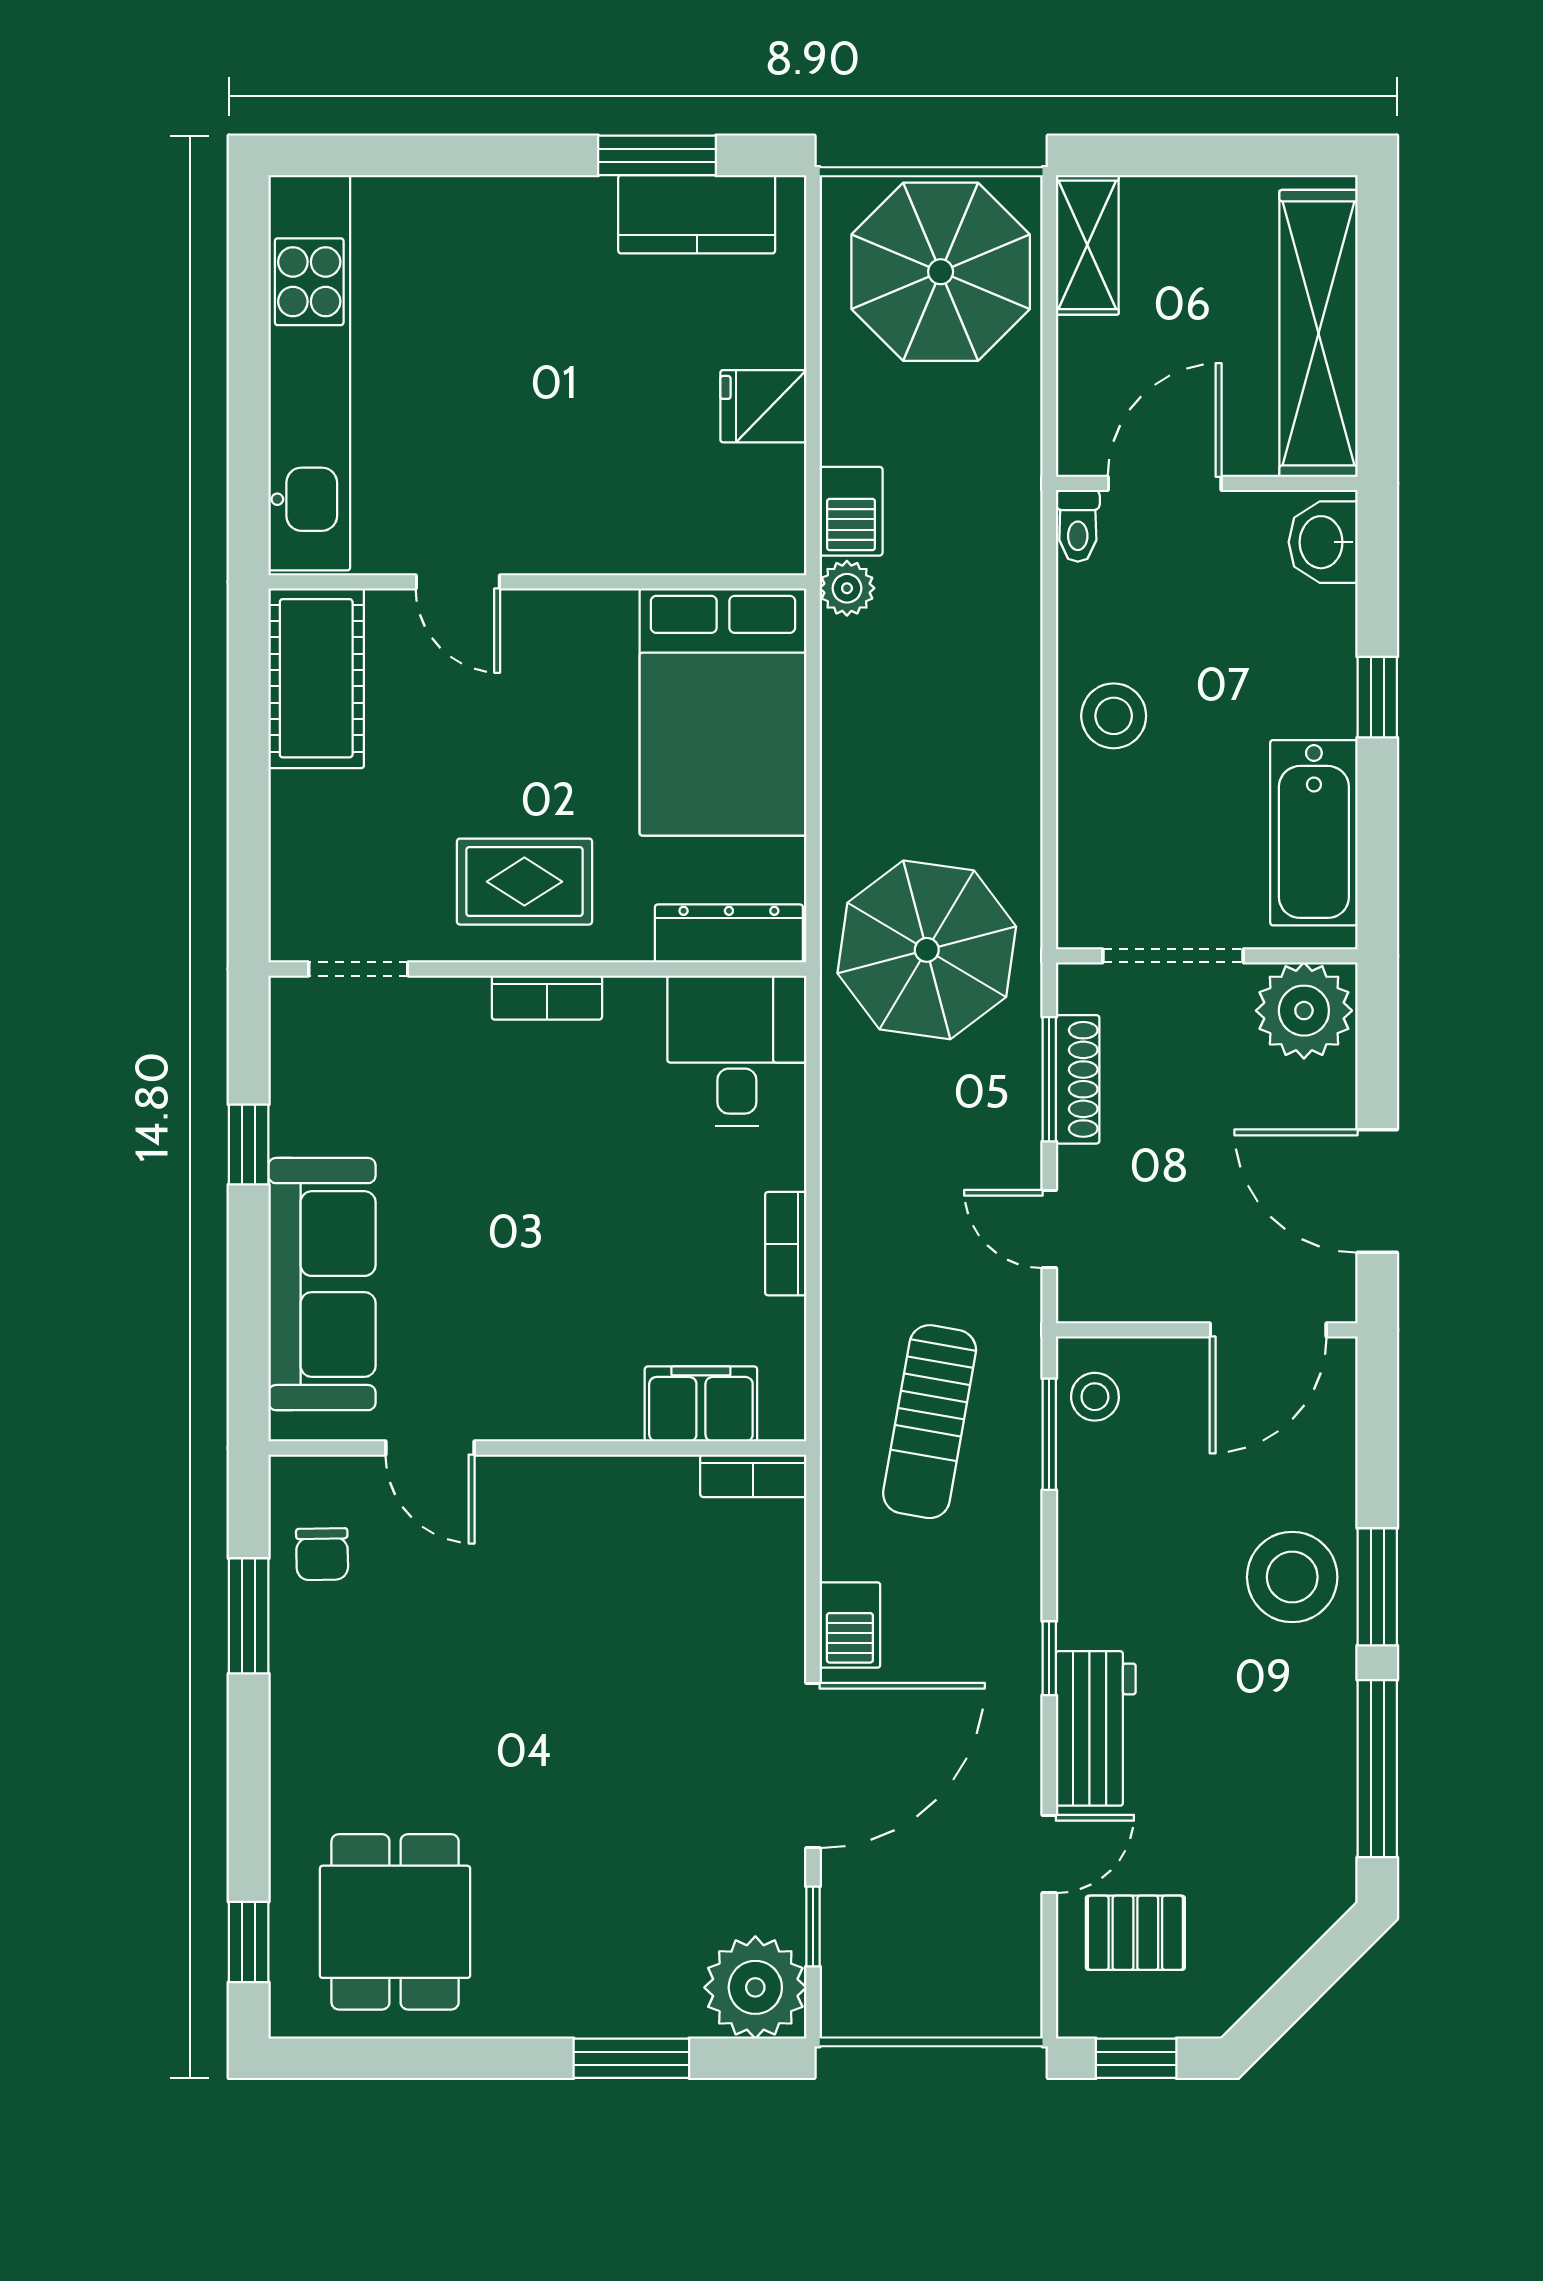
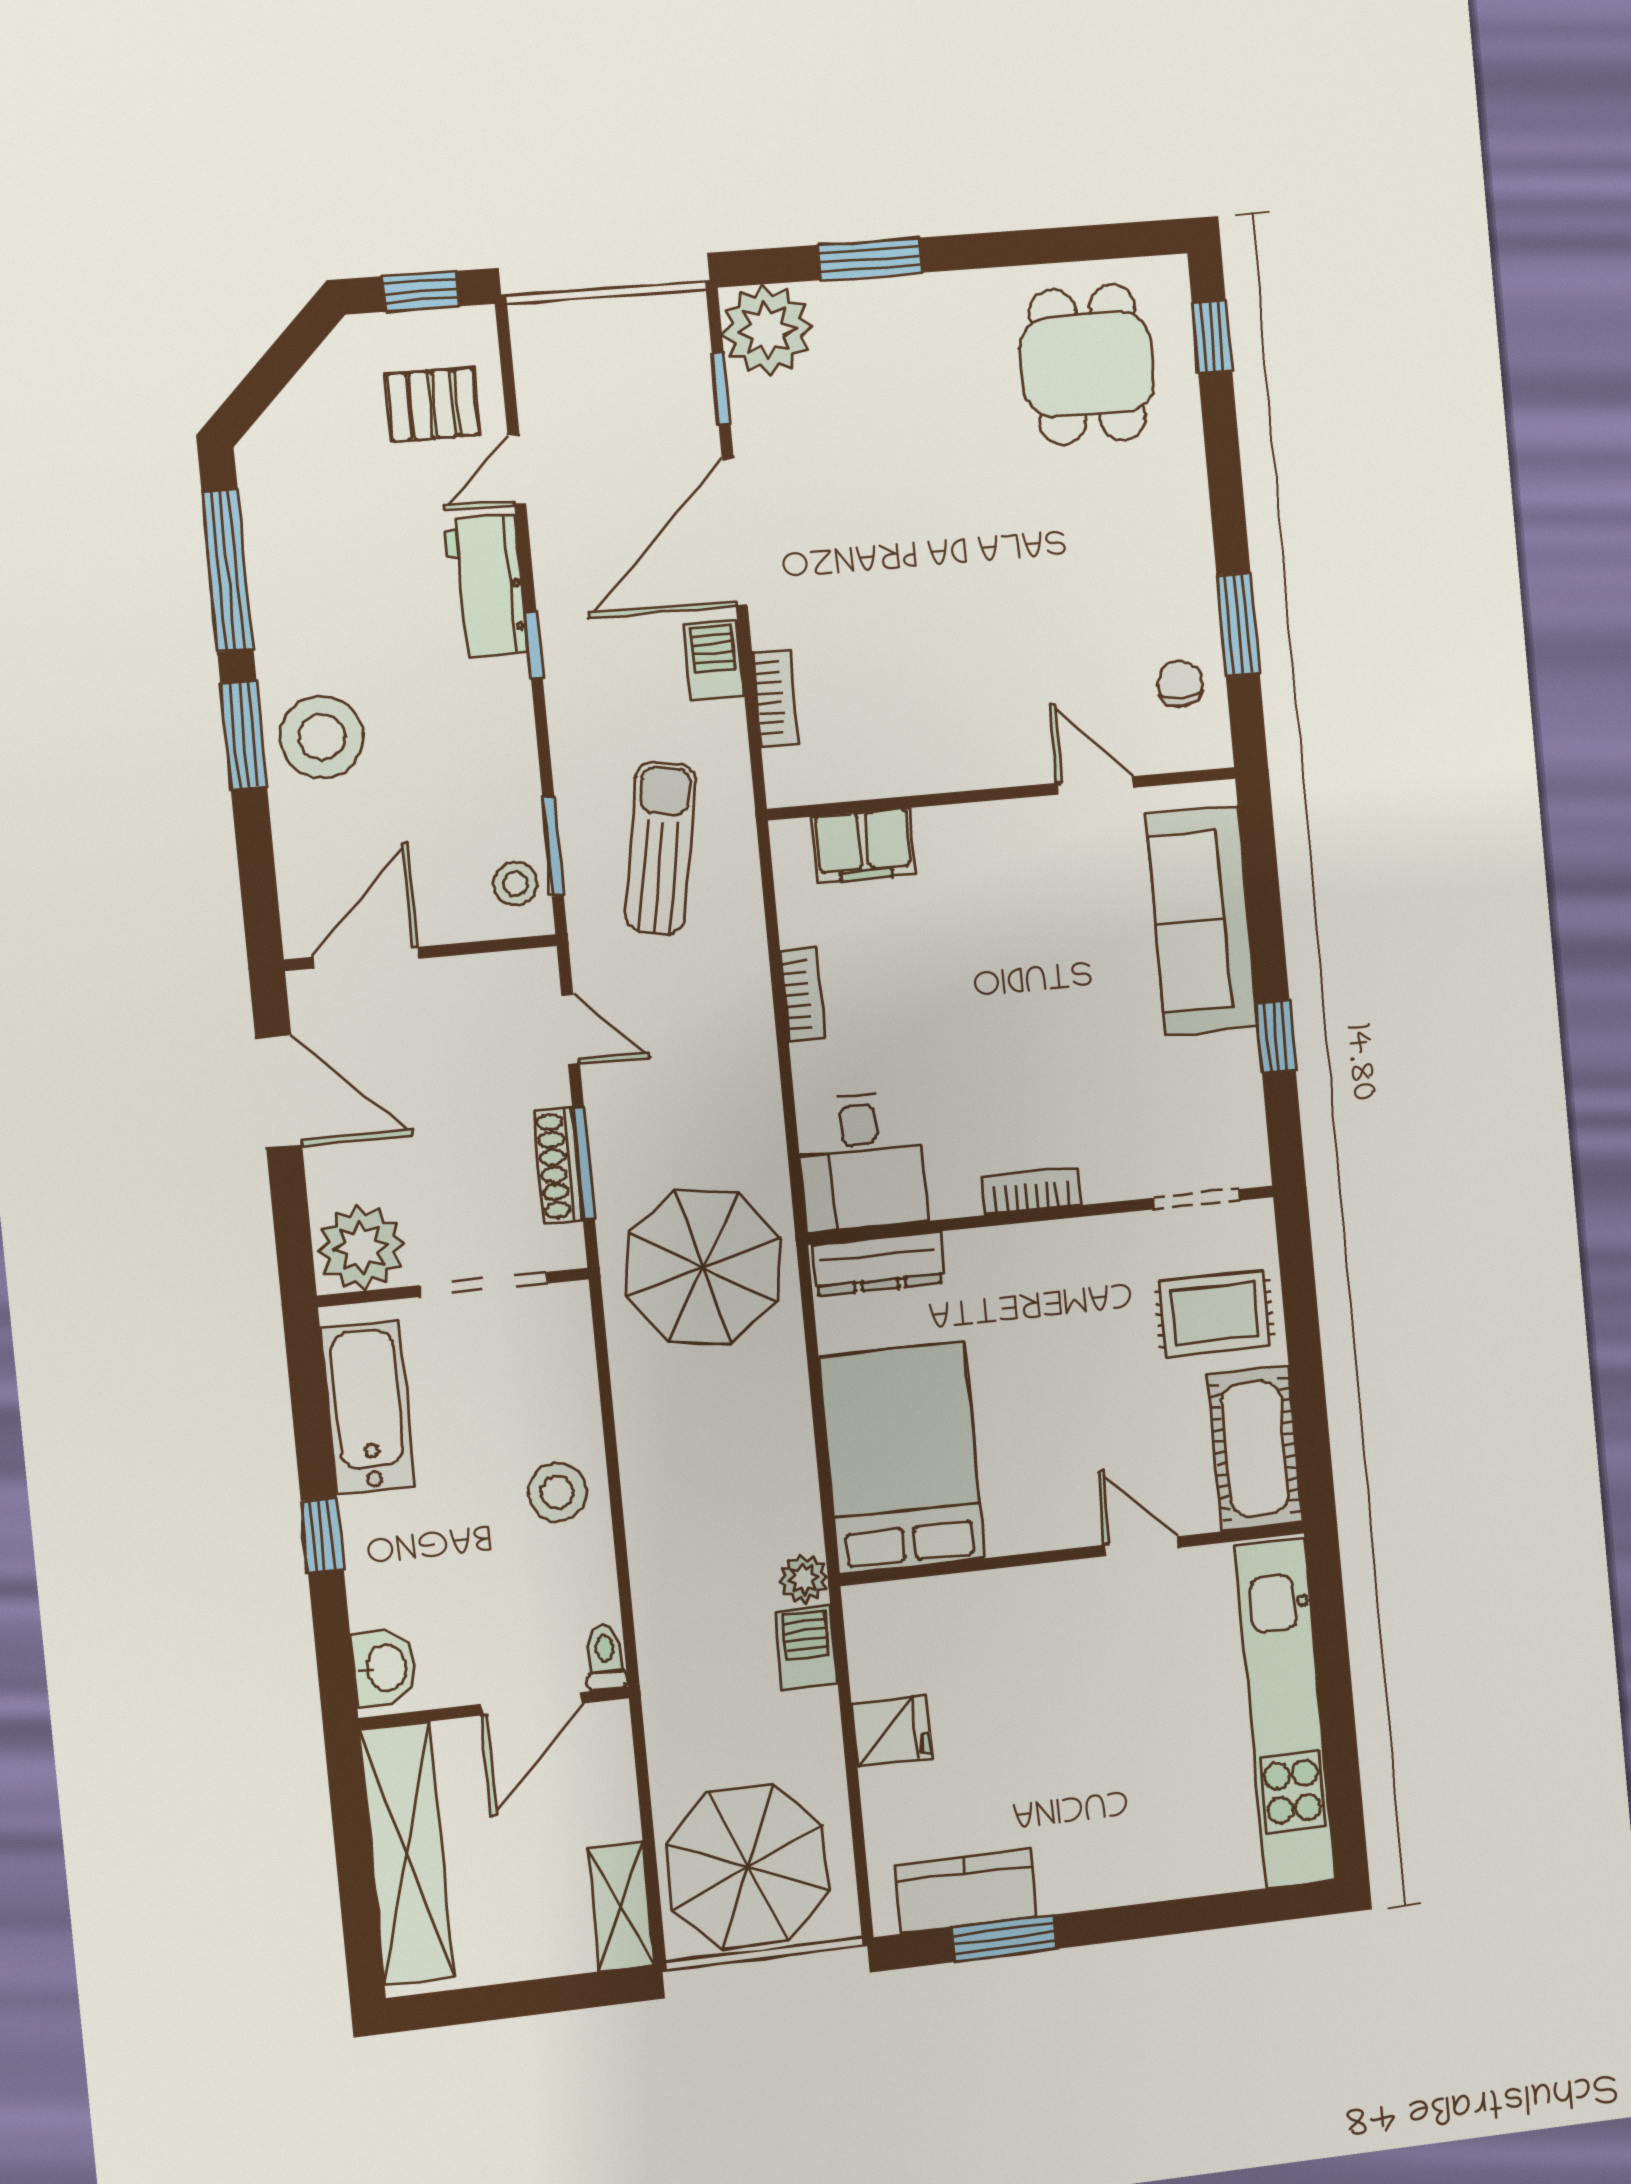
rug: (524, 882) -> (1215, 1313), moved
bookcase: (753, 1476) -> (775, 698), moved, turned 90

